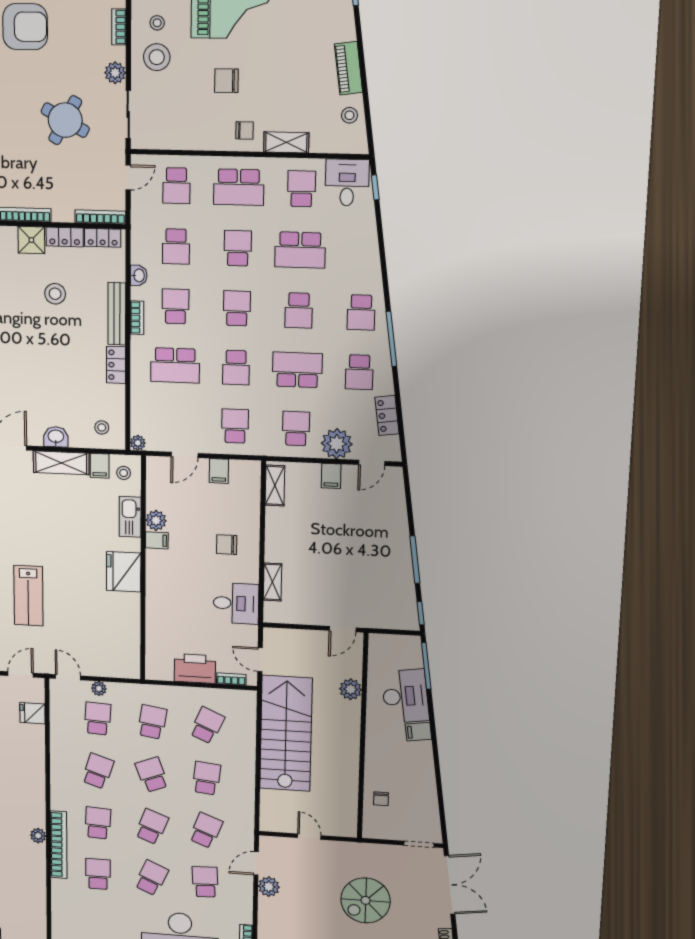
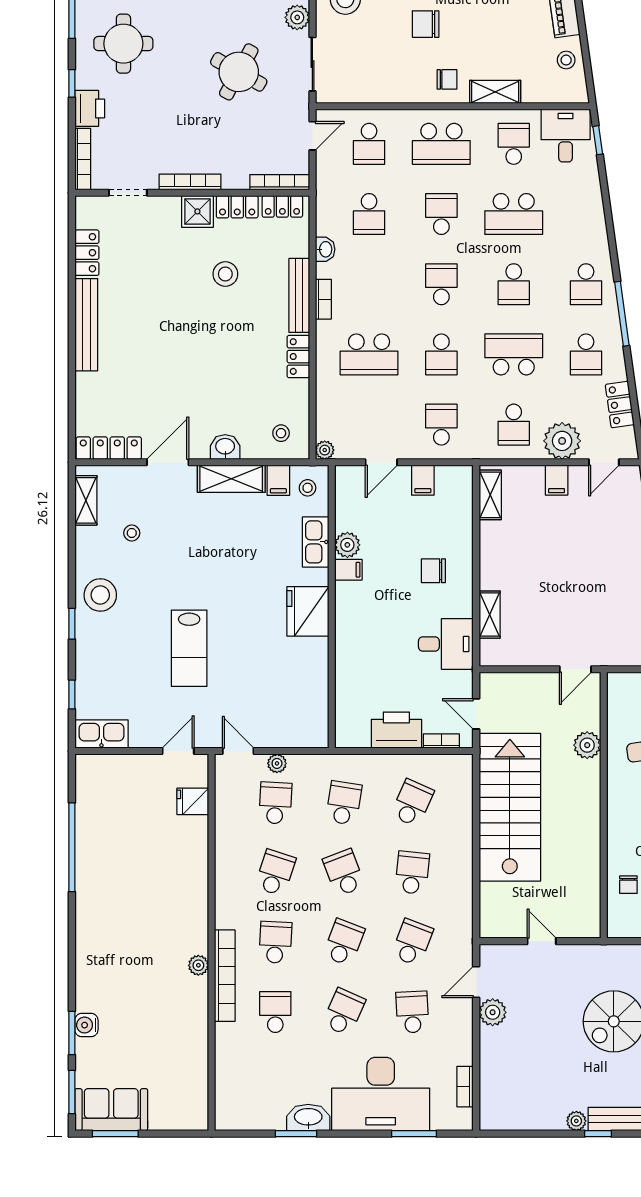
school desk: (176, 306) -> (369, 284), removed
school desk: (296, 429) -> (514, 425), turned 180

